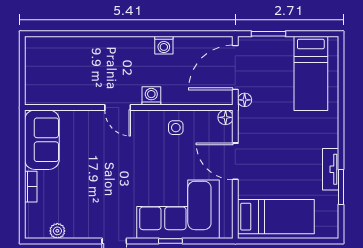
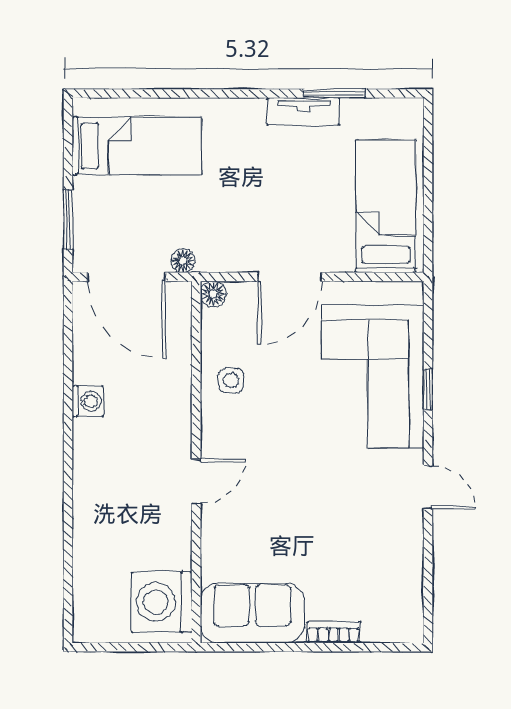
washing machine: (151, 96) -> (162, 602), moved, width x1.89, depth x1.89
plant: (57, 231) -> (410, 586), removed

